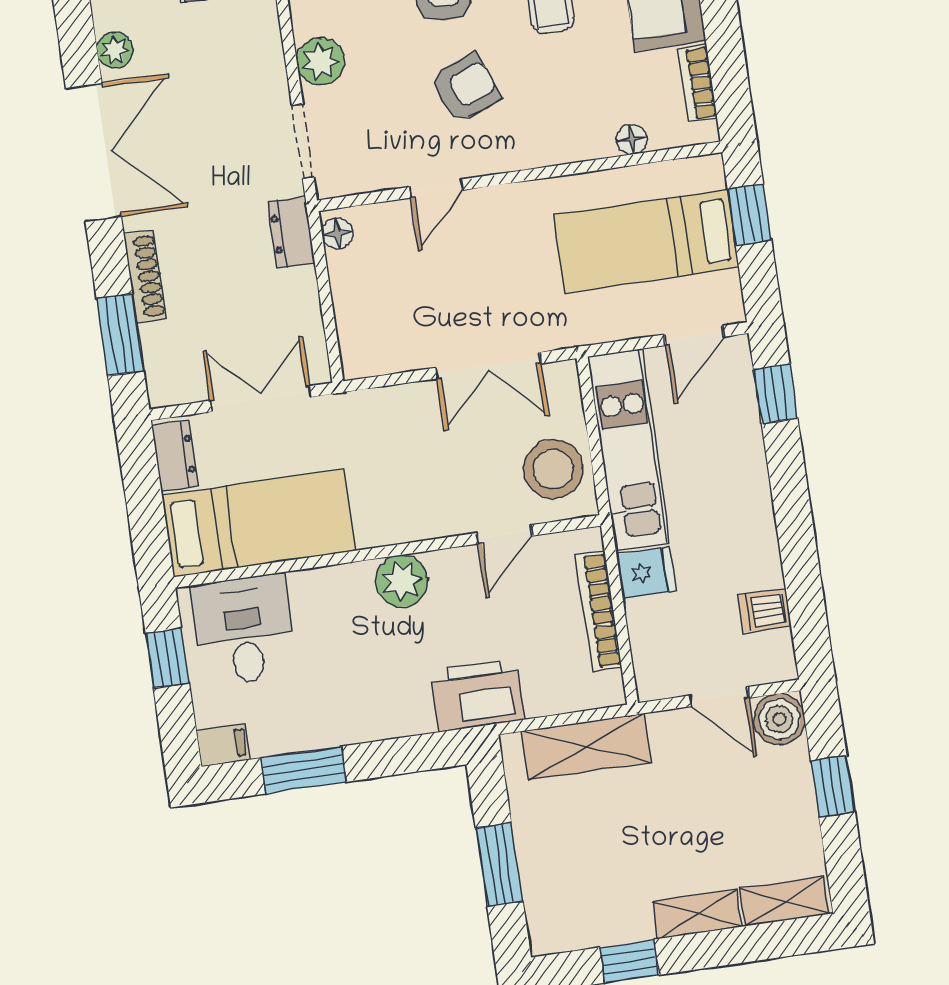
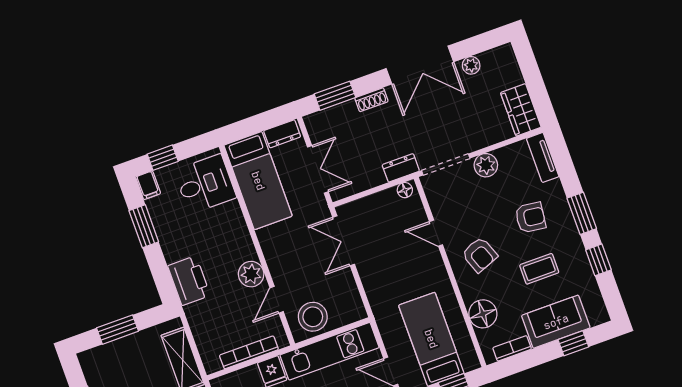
armchair: (465, 88) -> (480, 255), moved
floor lamp: (632, 139) -> (483, 314), width x1.89, depth x1.89
doorway: (303, 141) -> (446, 164), width x1.38
shoe rack: (145, 277) -> (371, 100), width x0.70
double door: (488, 366) -> (344, 241), moved
door: (504, 534) -> (277, 300), hinge flipped
plant: (402, 581) -> (251, 274), moved
window: (167, 658) -> (163, 158), moved
printer: (478, 695) -> (189, 281), moved

